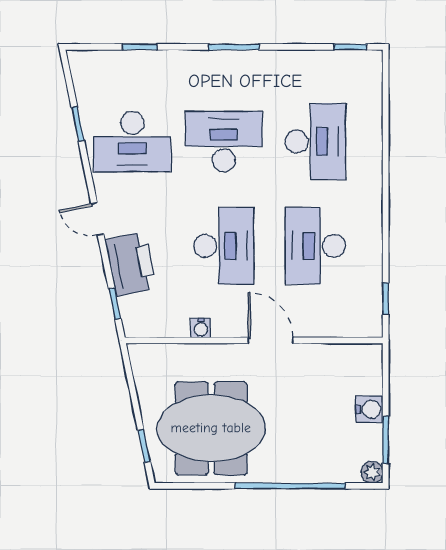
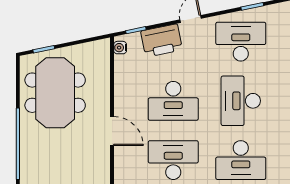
desk: (132, 142) -> (241, 42), turned 90
desk: (224, 142) -> (241, 101), turned 180
water cooler: (201, 328) -> (120, 48), moved
door: (271, 340) -> (112, 131), hinge flipped

